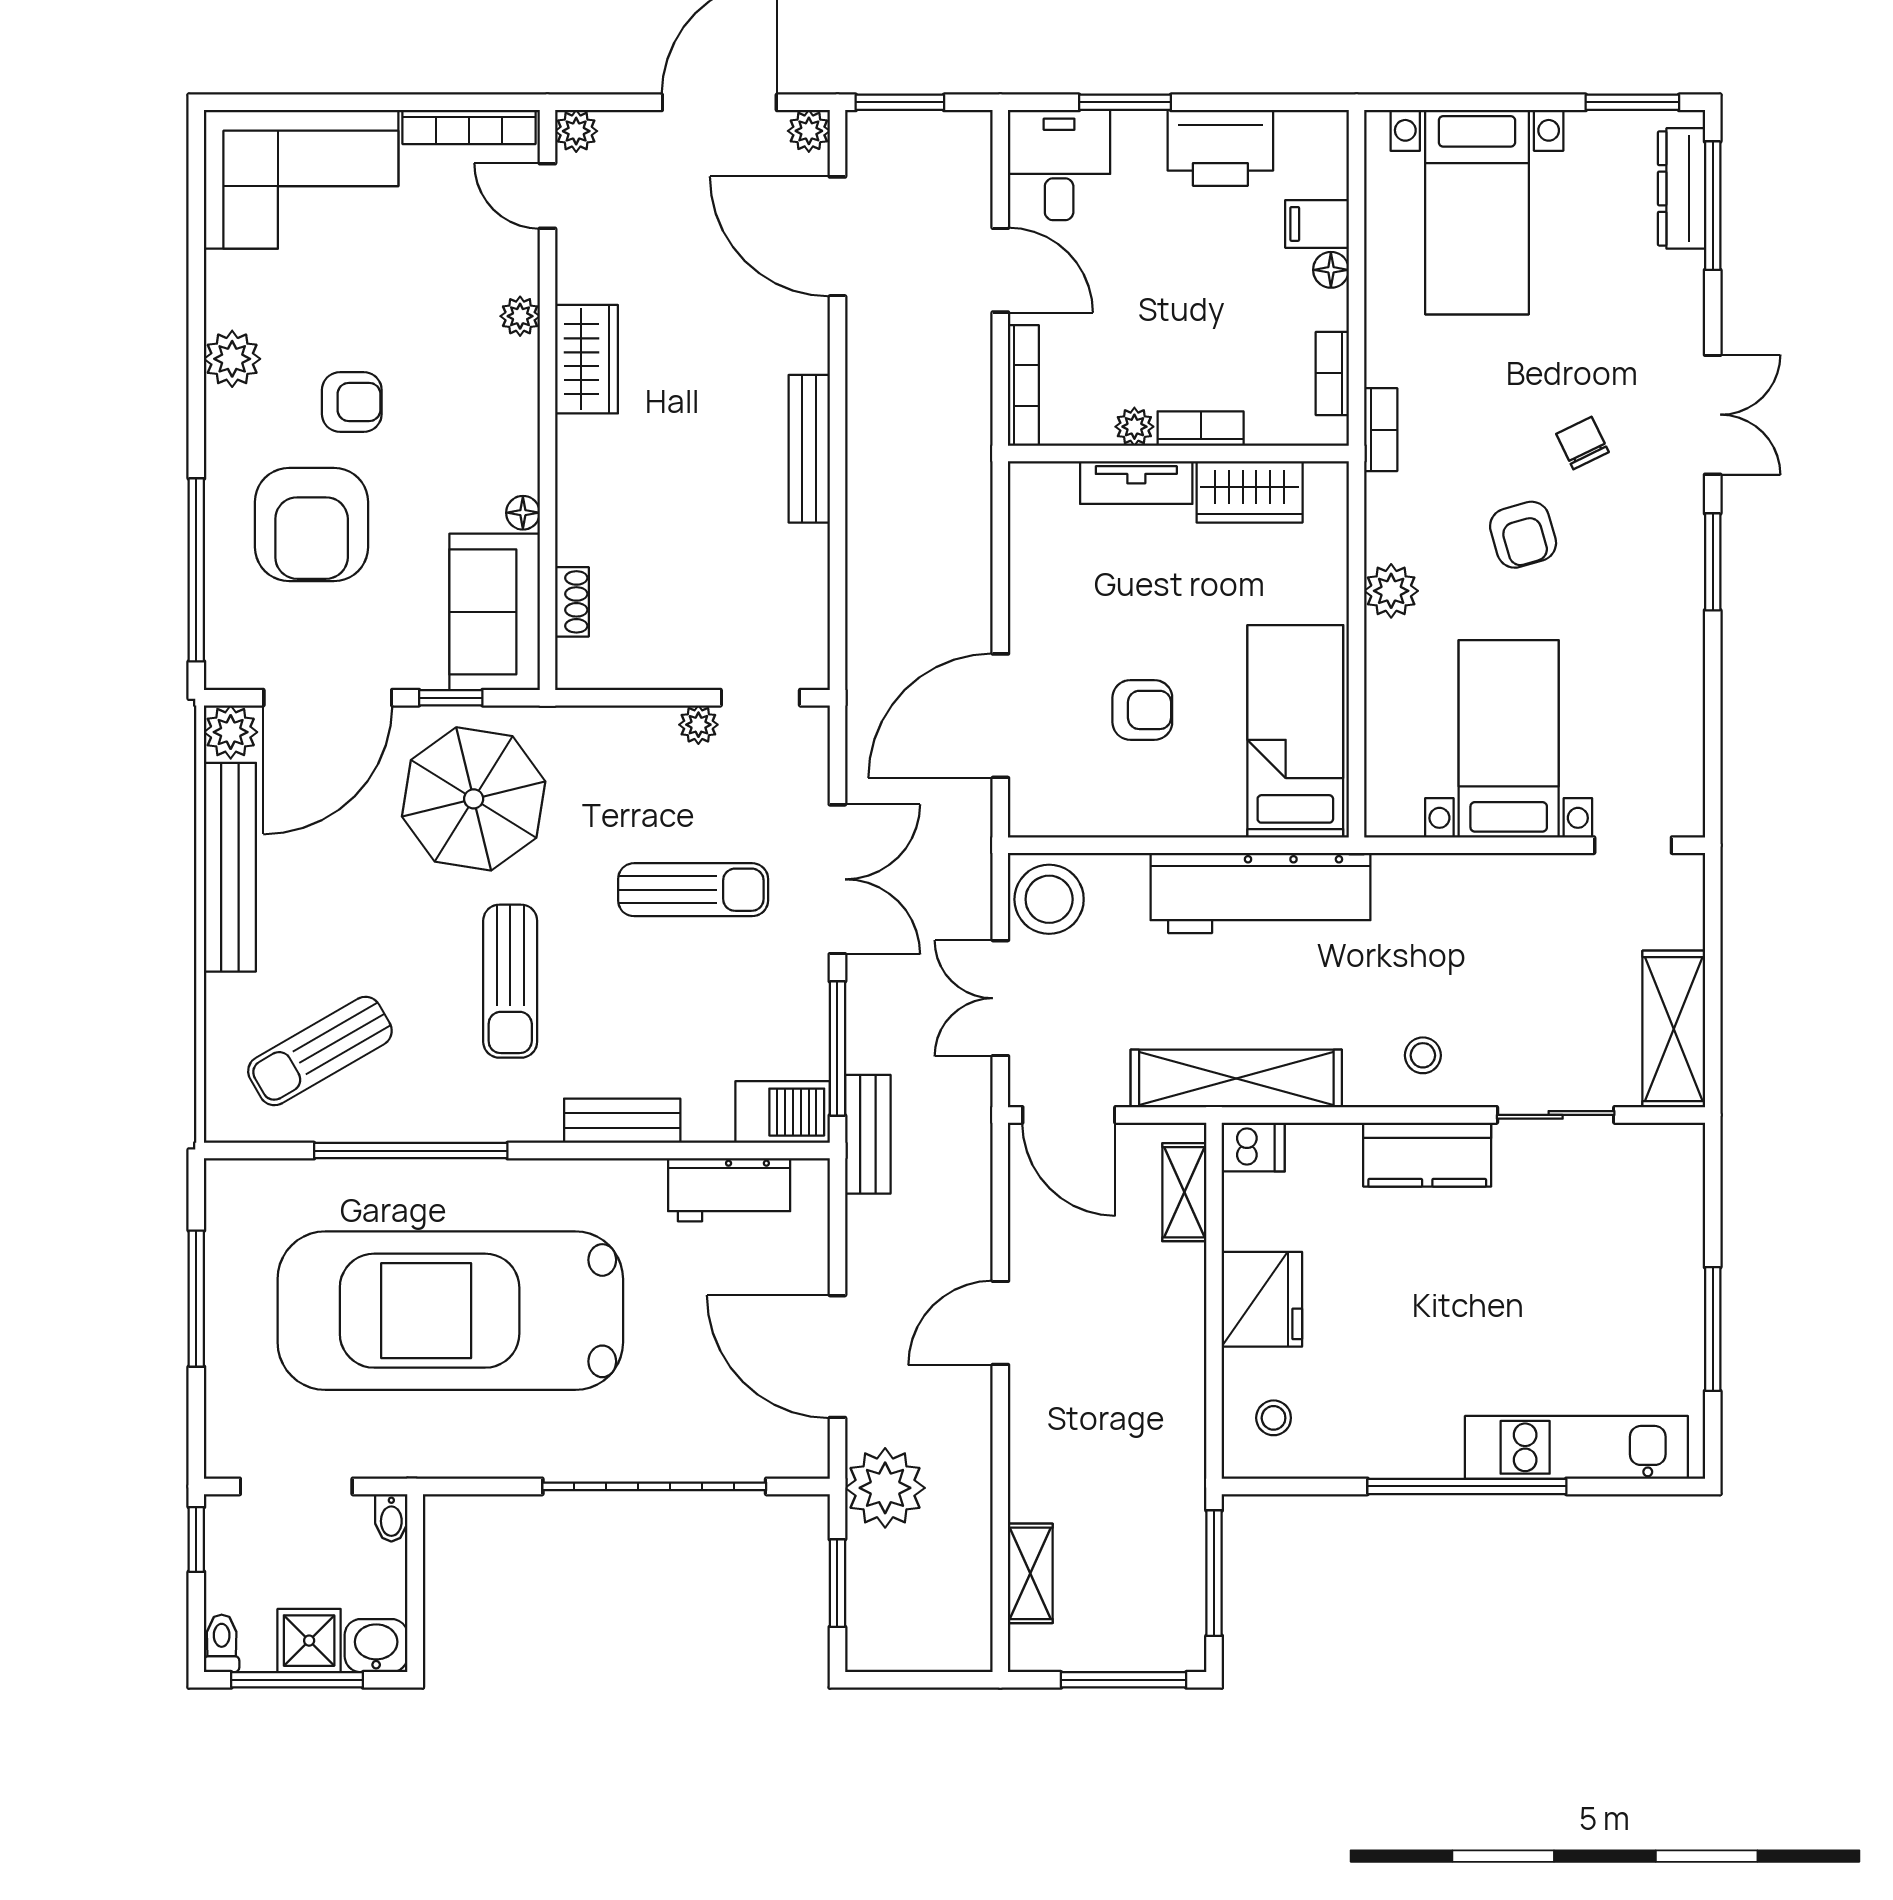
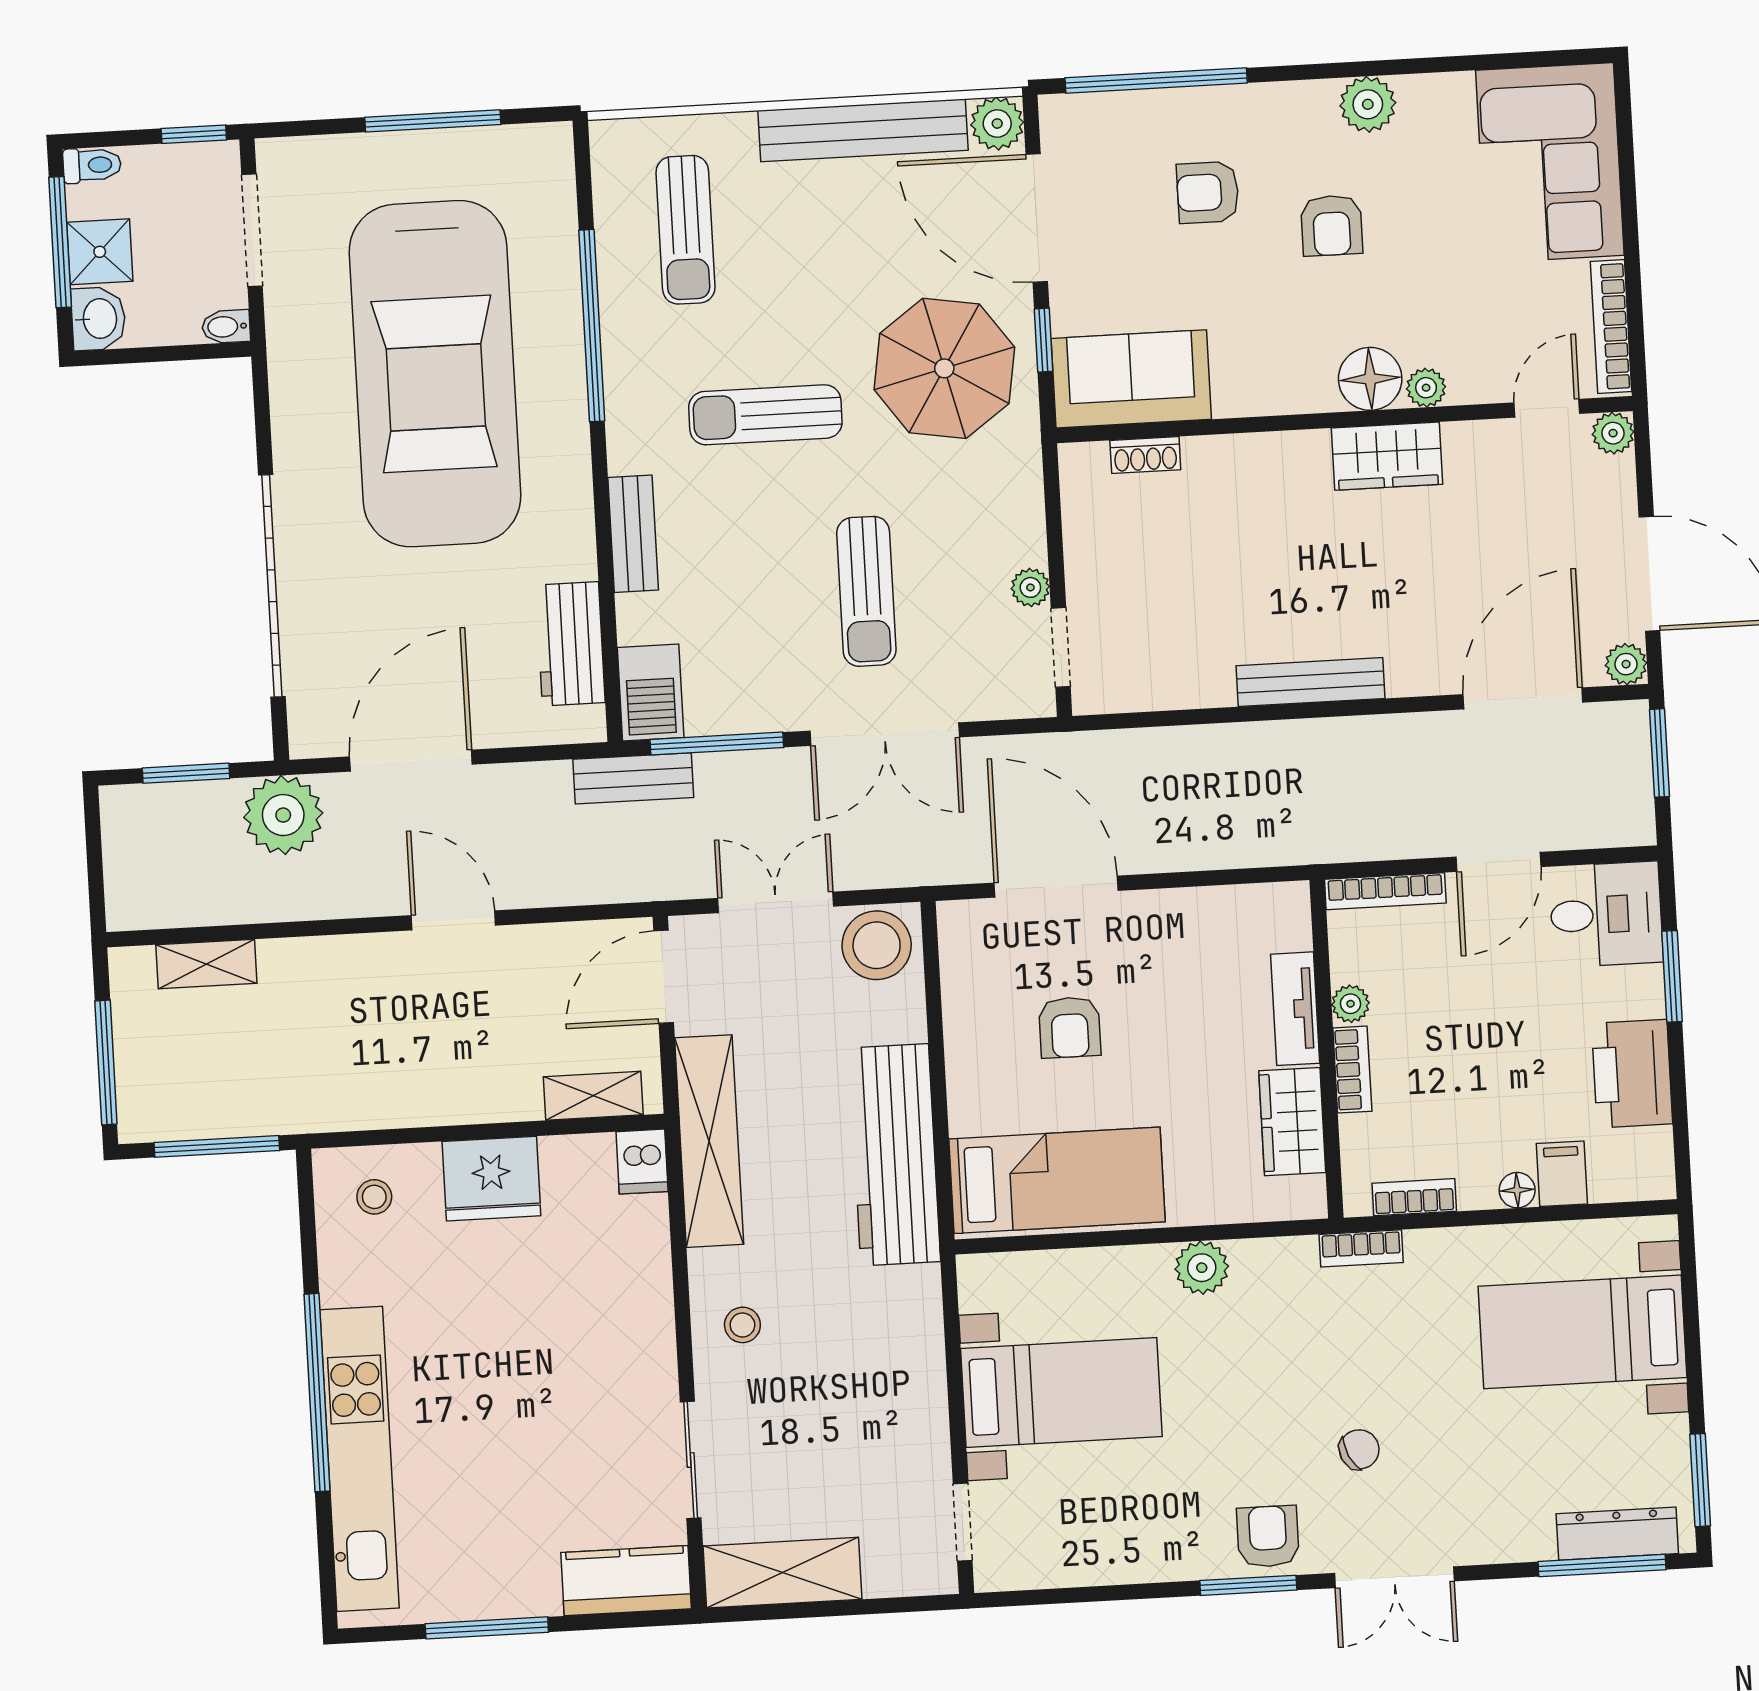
floor lamp: (523, 513) -> (1370, 379), moved, width x1.89, depth x1.89
armchair: (312, 524) -> (1208, 192), width x0.53, depth x0.53
armchair: (1523, 535) -> (1268, 1536), moved, turned 106
sun lounger: (320, 1051) -> (686, 230), turned -150
kitchen counter: (1427, 1155) -> (626, 1581), moved, turned 90
car: (450, 1311) -> (435, 374), turned 180
kitchen unit: (1576, 1447) -> (360, 1459), width x1.36

